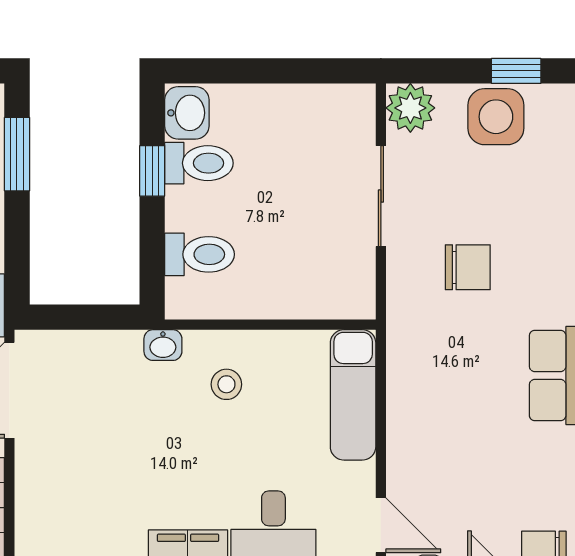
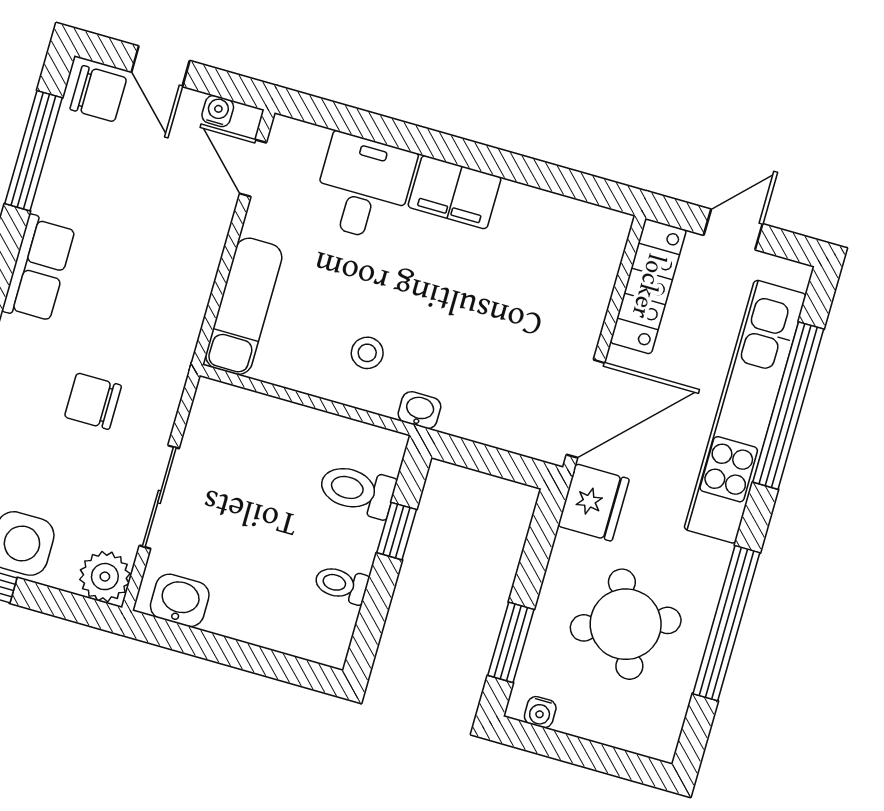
washbasin: (187, 113) -> (180, 600), moved, turned 90
toilet: (199, 163) -> (341, 584), width x0.73, depth x0.72
window: (152, 171) -> (397, 531), moved

